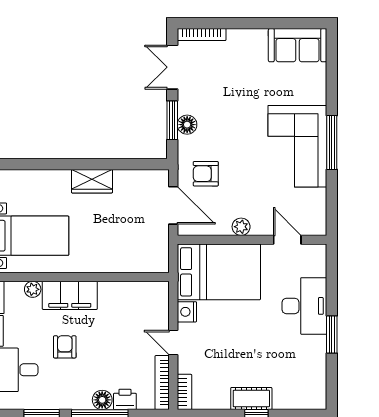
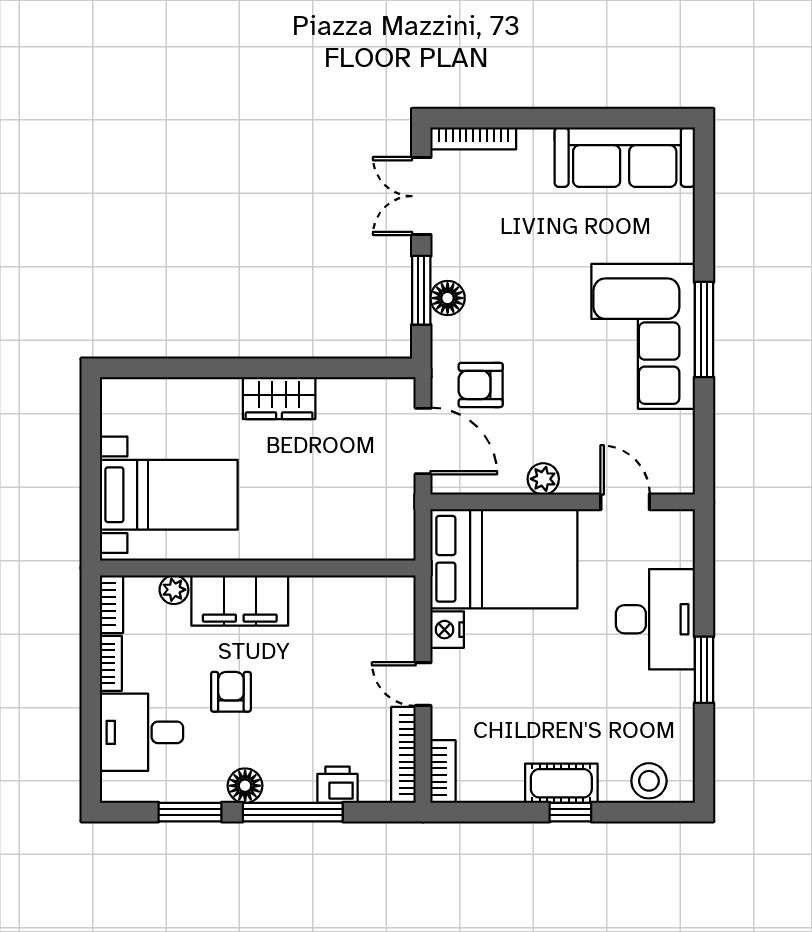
sofa: (298, 45) -> (625, 157), width x1.36
stool: (301, 397) -> (649, 781), added
floor lamp: (102, 400) -> (245, 786), moved

